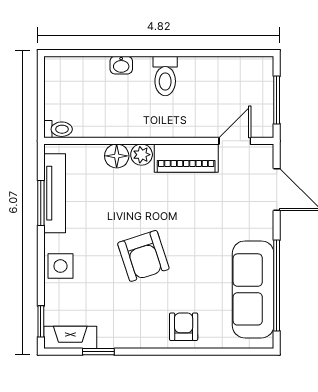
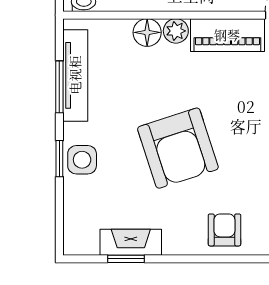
armchair: (143, 256) -> (178, 148), width x1.36, depth x1.36
window: (41, 321) -> (59, 159), moved
fireplace: (70, 337) -> (131, 242), moved

